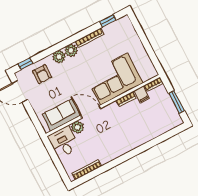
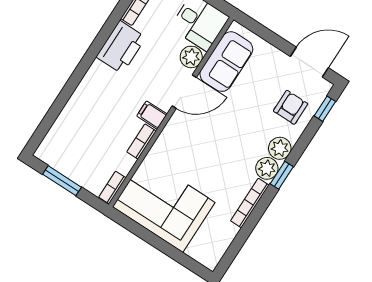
window: (108, 21) -> (282, 175), moved
armchair: (42, 74) -> (291, 107), turned 90
corner sofa: (114, 79) -> (164, 205), moved, turned -90
filing cabinet: (142, 95) -> (152, 115), moved
printer: (110, 152) -> (121, 47), added

